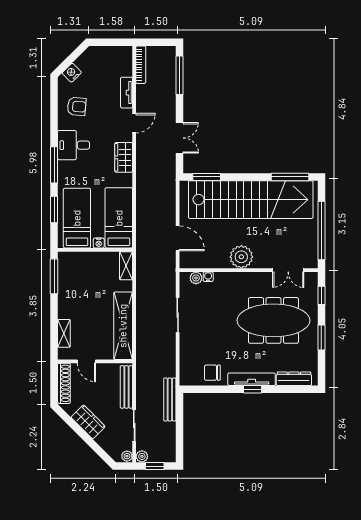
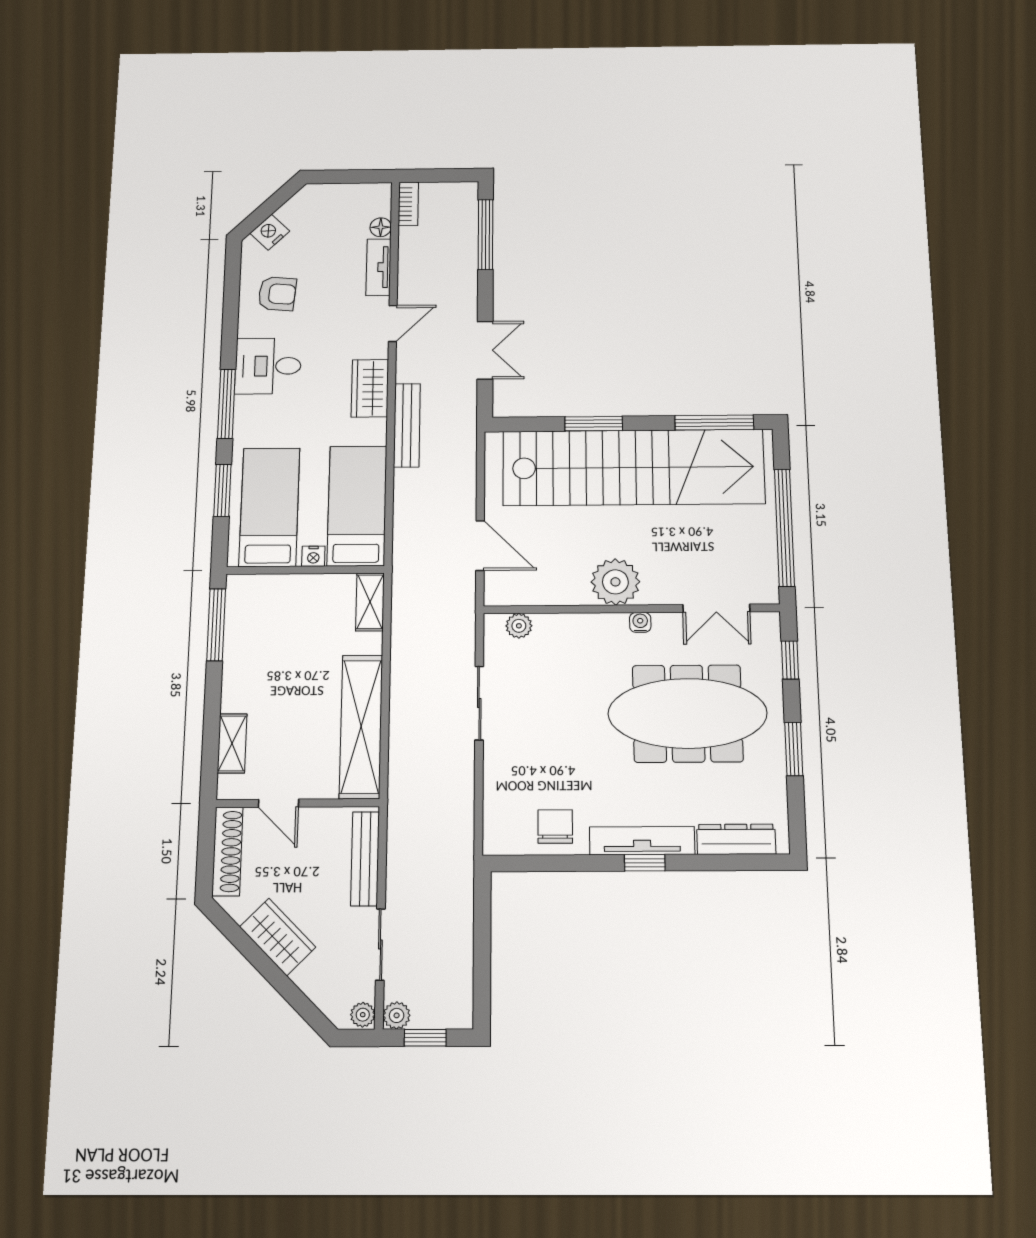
bookcase: (141, 65) -> (408, 204), width x0.64
floor lamp: (127, 71) -> (381, 227), added
window: (207, 177) -> (594, 424), moved
water cooler: (208, 277) -> (640, 622), moved
chair: (212, 373) -> (555, 827), turned 90
bench: (170, 399) -> (407, 425), moved

